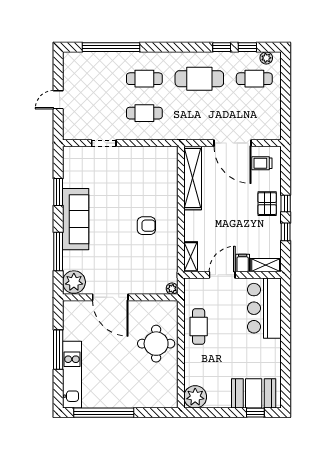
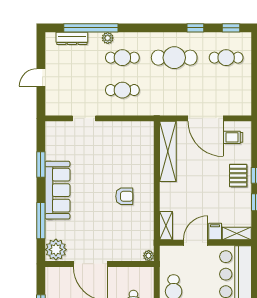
window: (247, 47) -> (231, 28), moved
dresser: (91, 58) -> (72, 38), added
plant: (266, 58) -> (108, 38), moved

